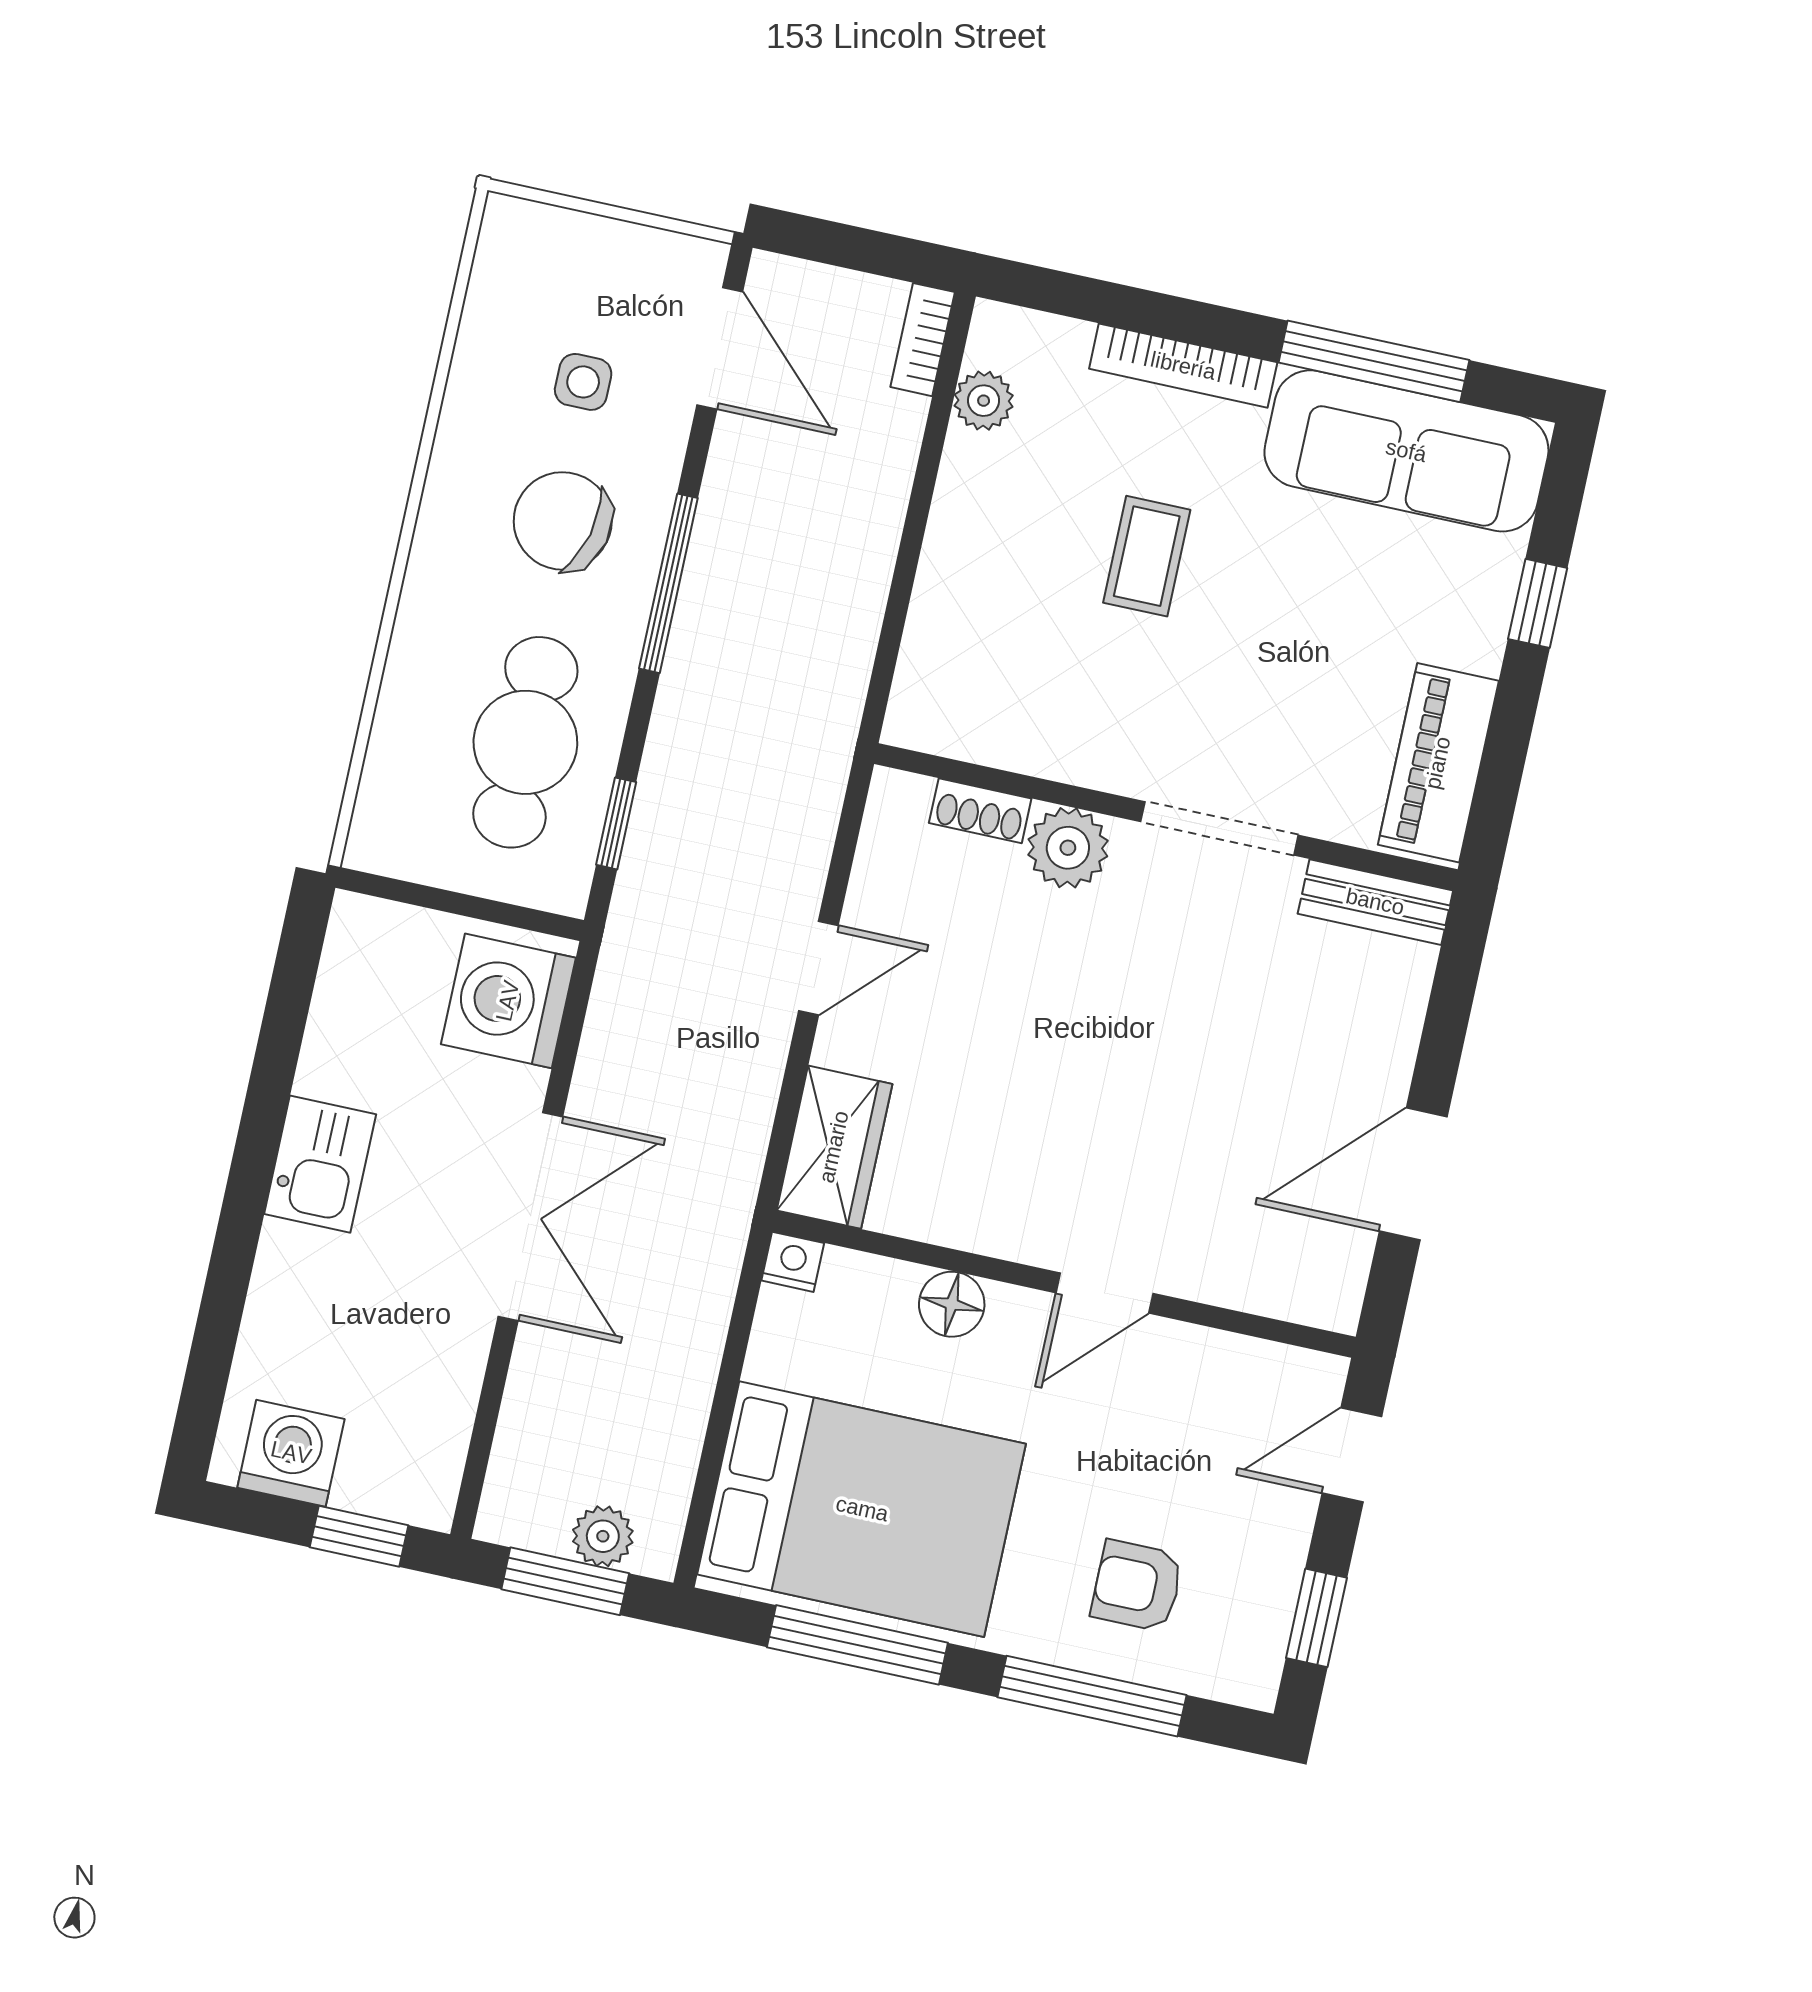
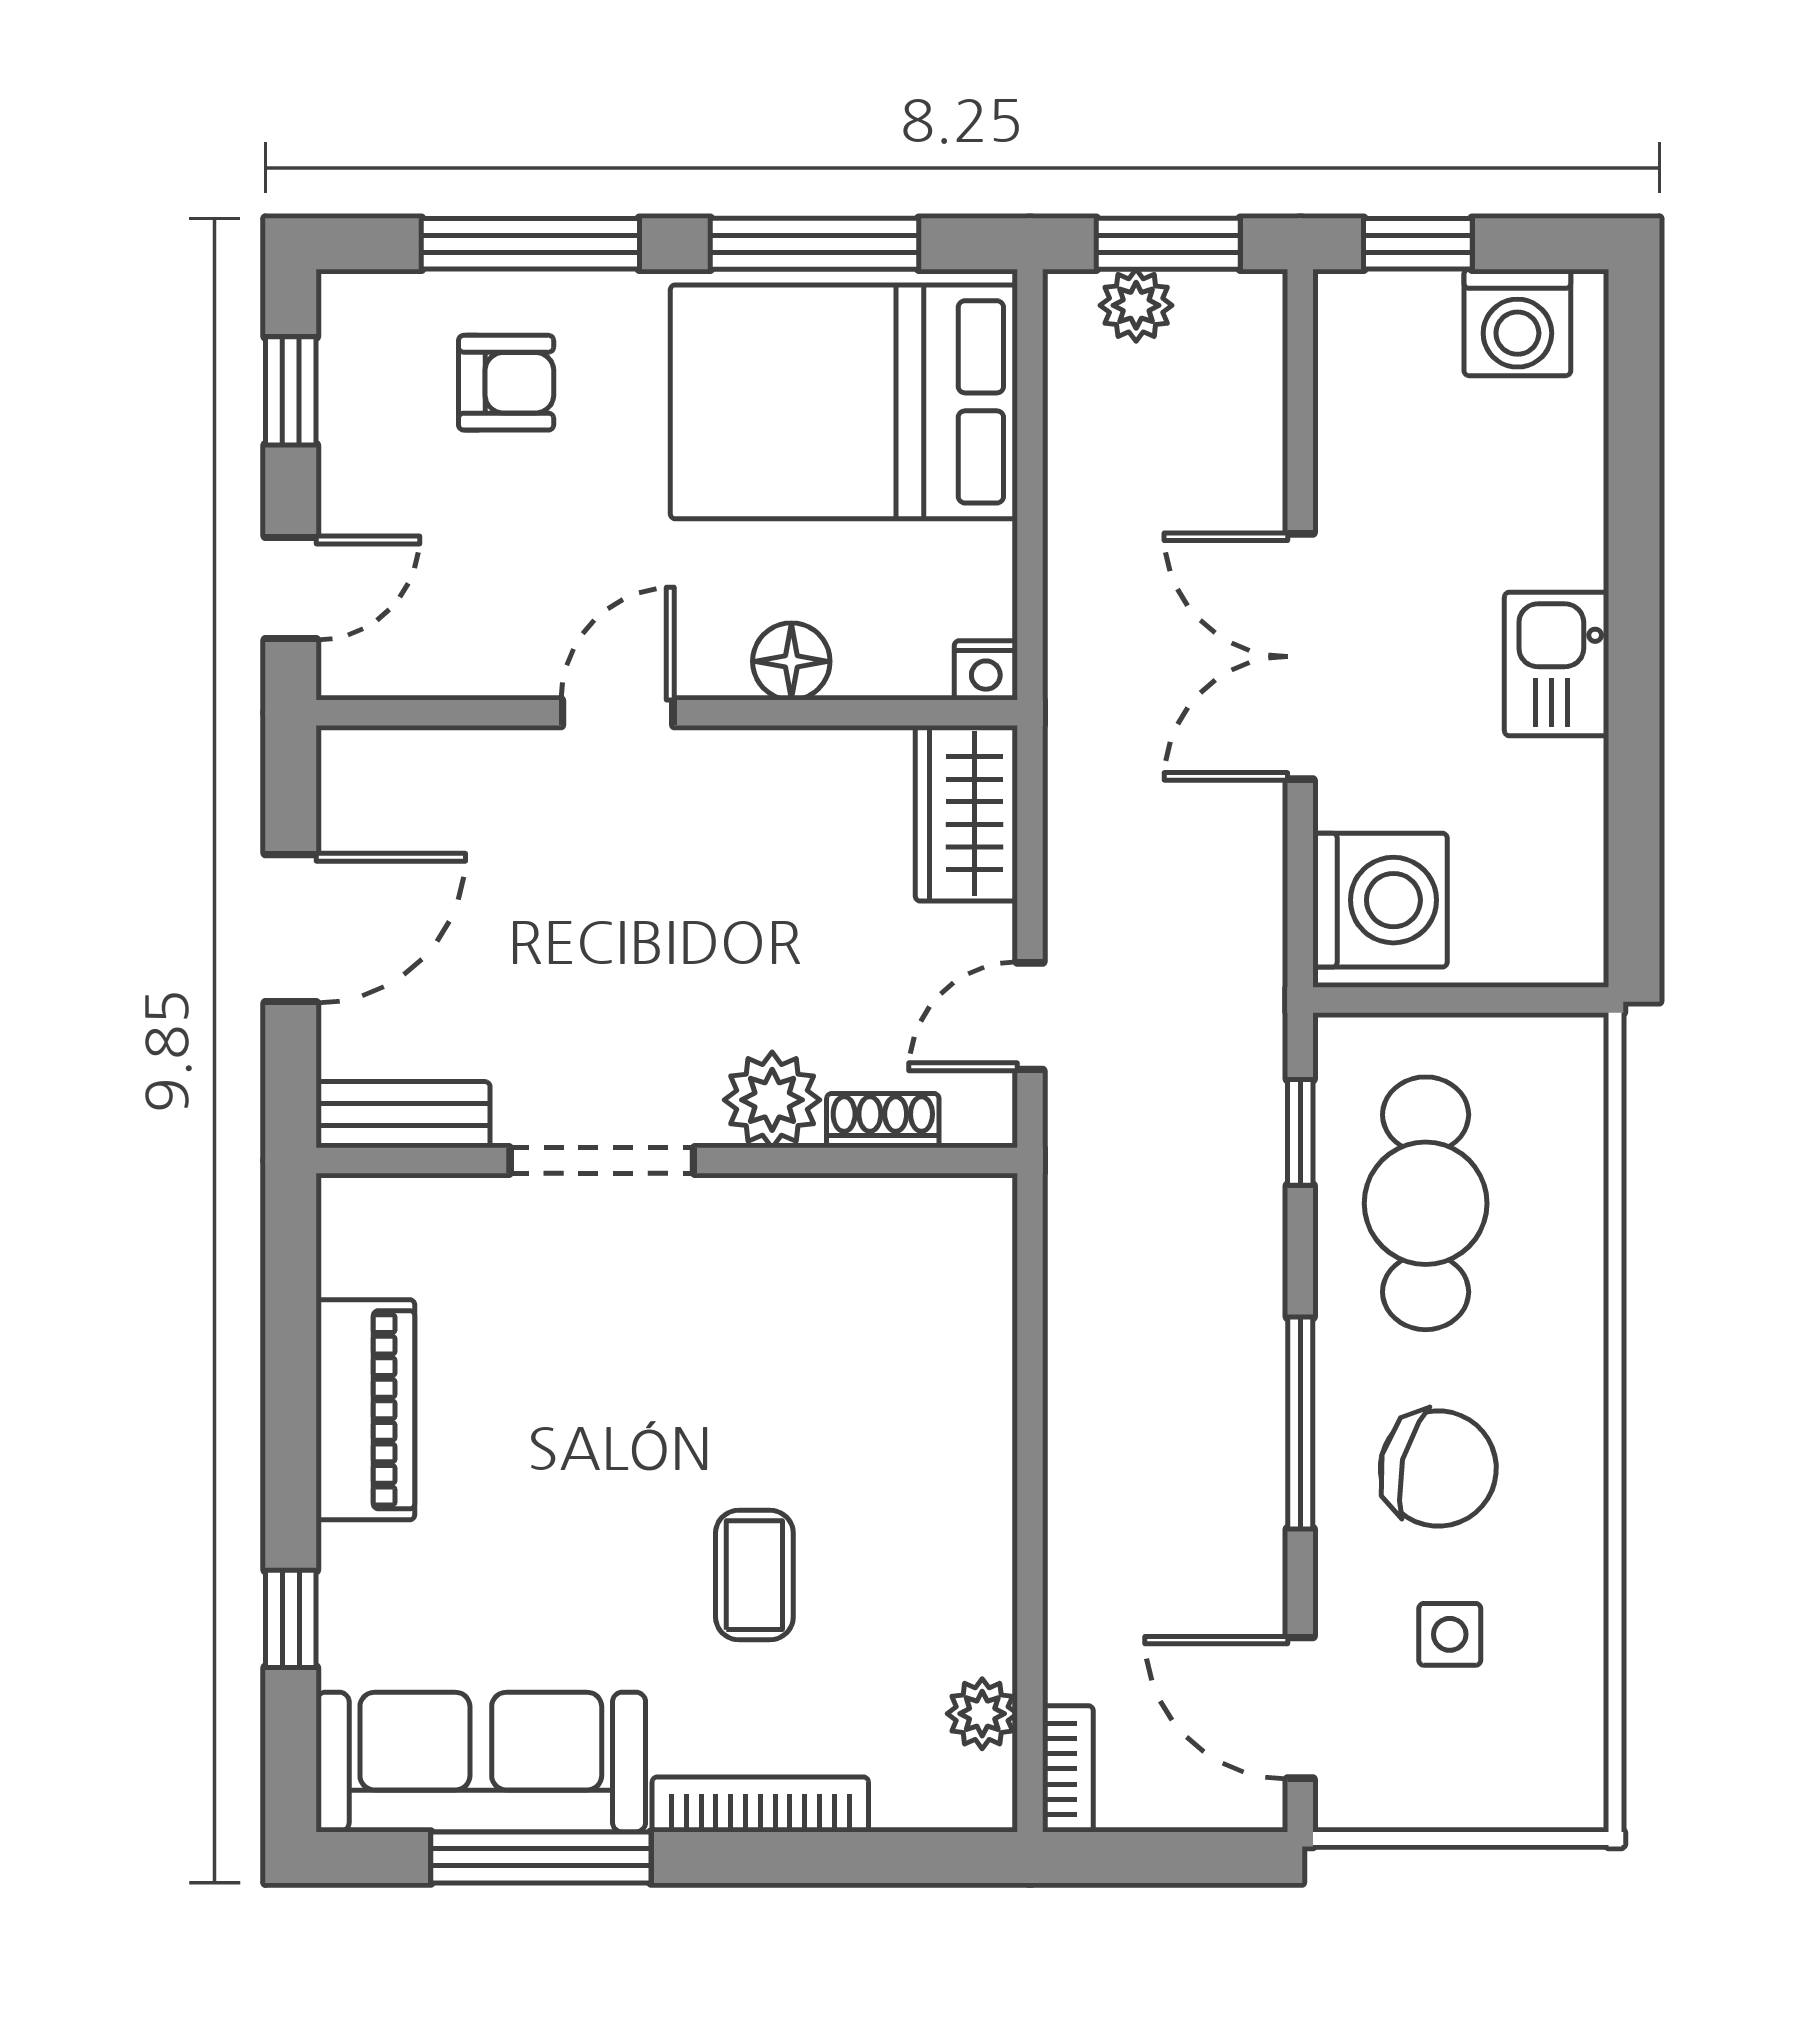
shoe rack: (980, 811) -> (883, 1121), moved
wall: (1166, 817) -> (667, 1160), moved
doorway: (1219, 828) -> (602, 1160), moved
plant: (1068, 848) -> (772, 1100), moved
bench: (1375, 902) -> (403, 1115), moved

